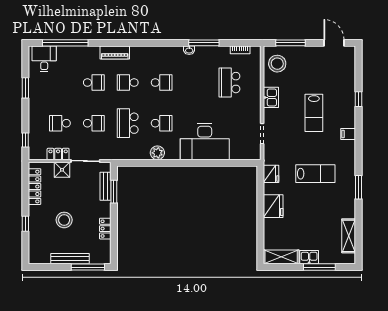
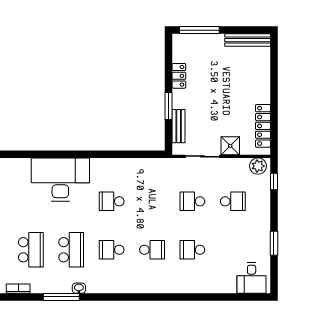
window: (65, 43) -> (226, 297), removed
piano: (115, 52) -> (167, 286), removed
school desk: (128, 123) -> (71, 250), moved
plant: (157, 153) -> (258, 166), moved
locker: (58, 154) -> (235, 165), removed
window: (114, 192) -> (169, 106), moved
stool: (64, 220) -> (228, 86), removed
window: (25, 224) -> (274, 82), removed
bench: (70, 259) -> (248, 40), moved

